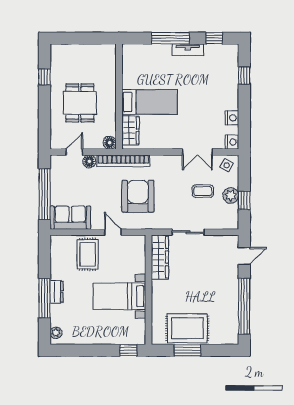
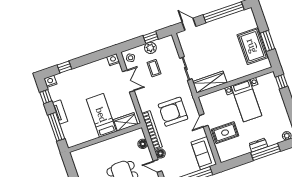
wall: (119, 96) -> (105, 138), moved
bed: (150, 102) -> (101, 115), moved
nightstand: (232, 118) -> (50, 81), moved
wardrobe: (130, 130) -> (126, 122), moved

